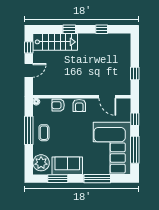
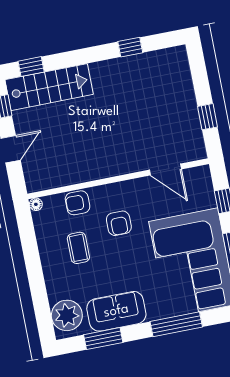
window: (69, 29) -> (31, 67), moved
armchair: (79, 106) -> (119, 223), moved
window: (29, 130) -> (32, 260), removed
coffee table: (44, 133) -> (78, 248), moved

